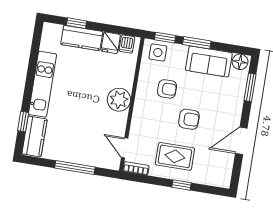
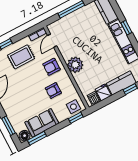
window: (197, 43) -> (37, 138), moved
armchair: (189, 119) -> (51, 67), moved
window: (23, 121) -> (126, 28), moved
door: (125, 148) -> (52, 41), swing flipped

